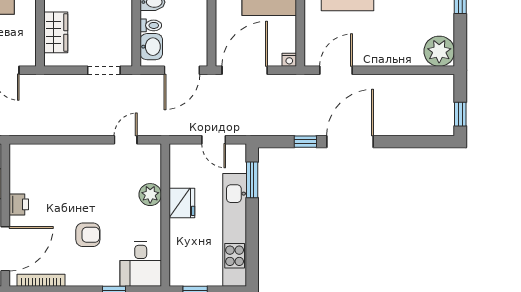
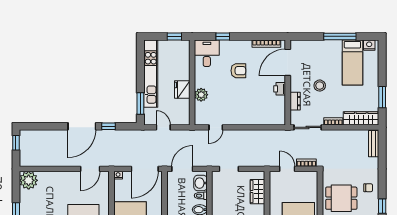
armchair: (88, 235) -> (238, 71), turned 180

